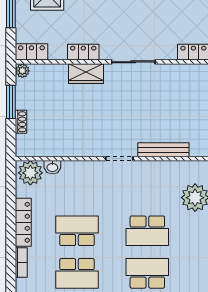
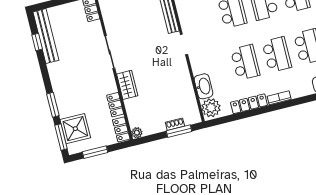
locker: (83, 52) -> (115, 105), moved
window: (11, 102) -> (179, 131), moved
washbasin: (52, 167) -> (204, 86), width x1.91, depth x1.45
school desk: (77, 231) -> (245, 62), turned 180

